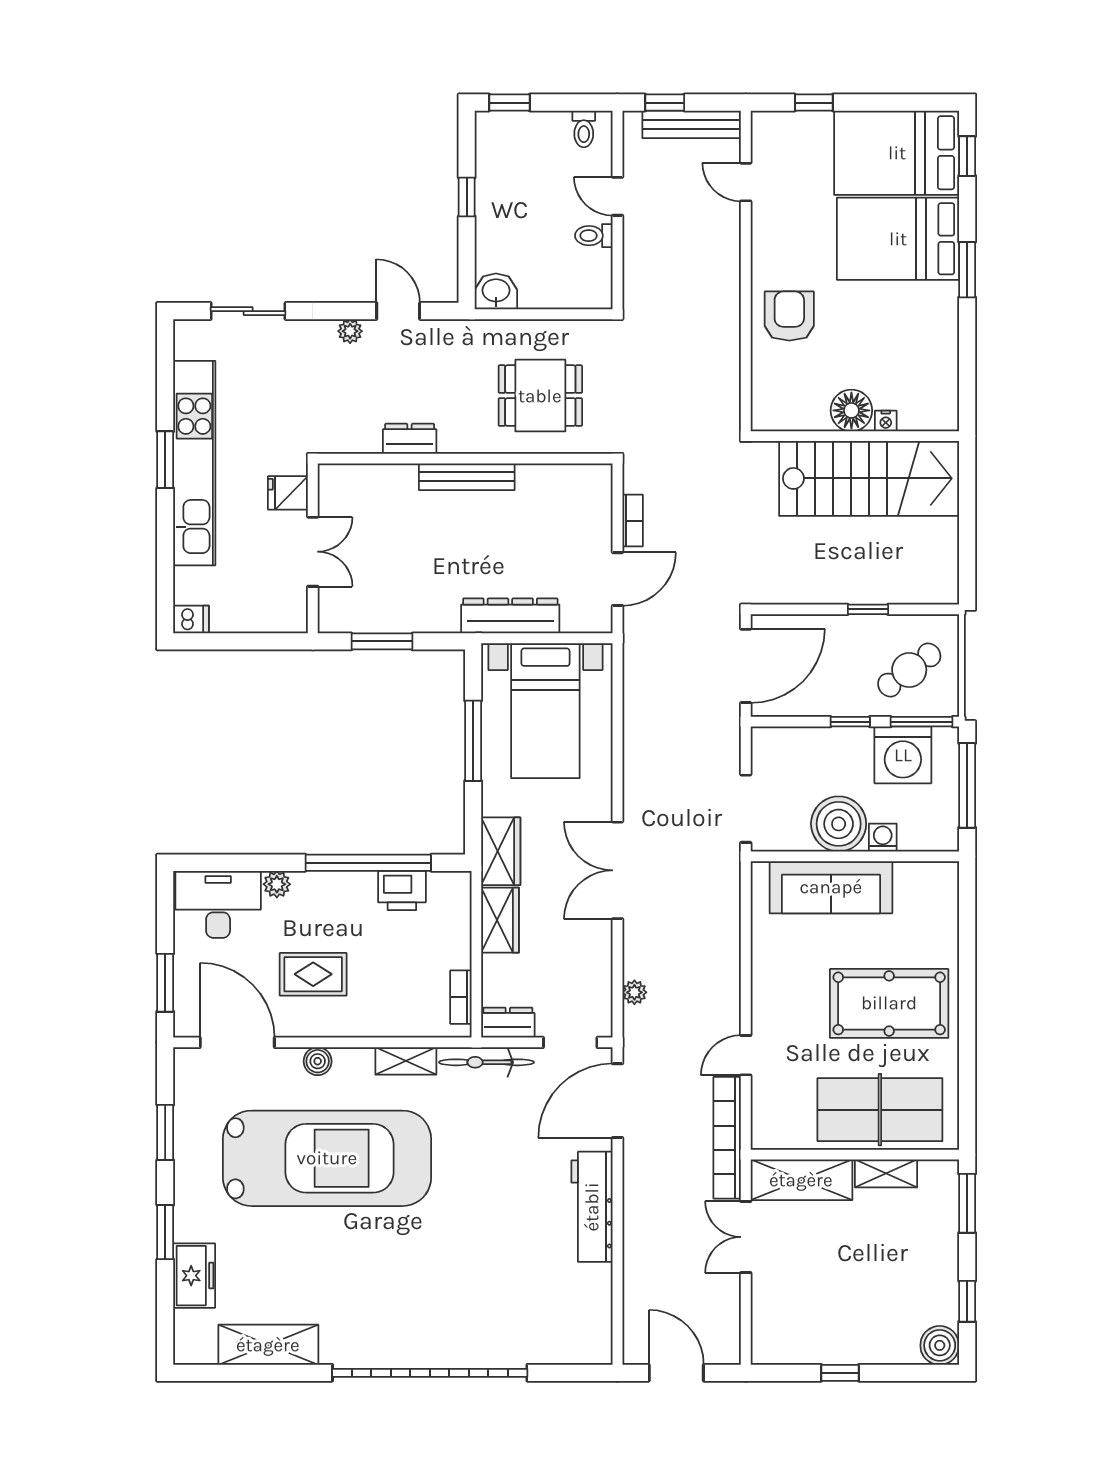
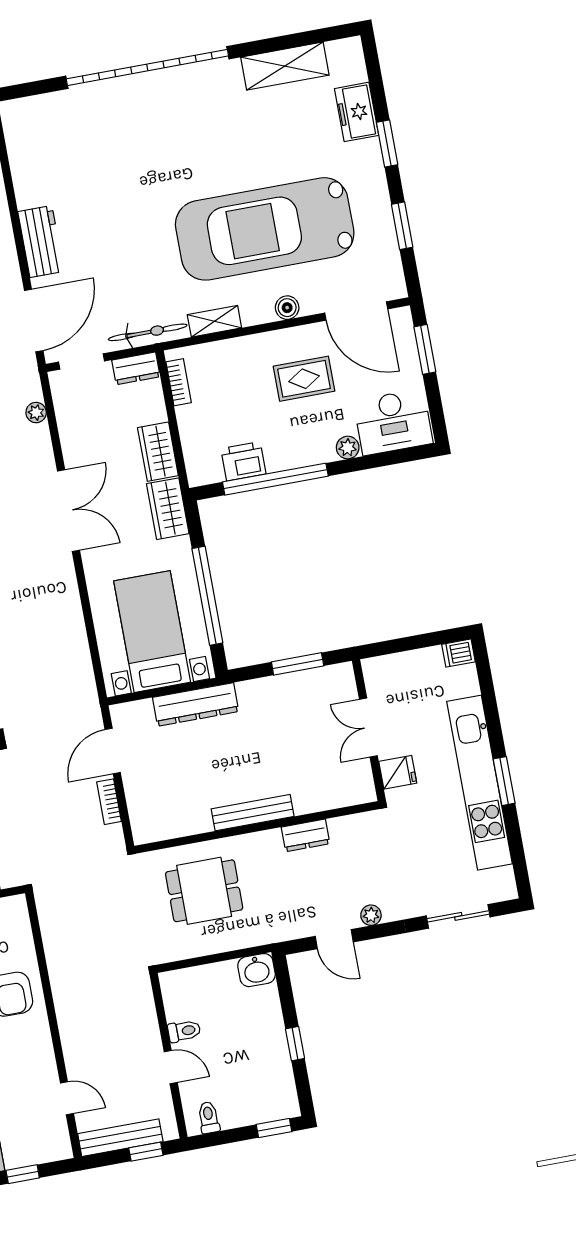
window: (473, 741) -> (207, 596), width x1.46
workbench: (592, 1207) -> (41, 241), width x0.73

